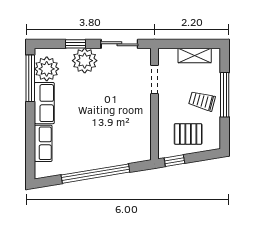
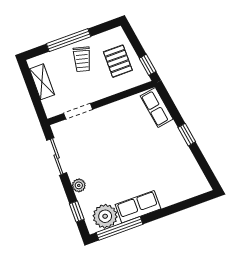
window: (76, 44) -> (77, 211), moved
plant: (85, 61) -> (79, 185), width x0.53, depth x0.53
row of seats: (43, 143) -> (157, 107), moved, turned -99
window: (95, 174) -> (187, 135), width x0.32

